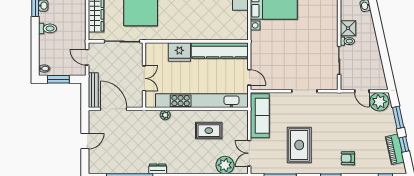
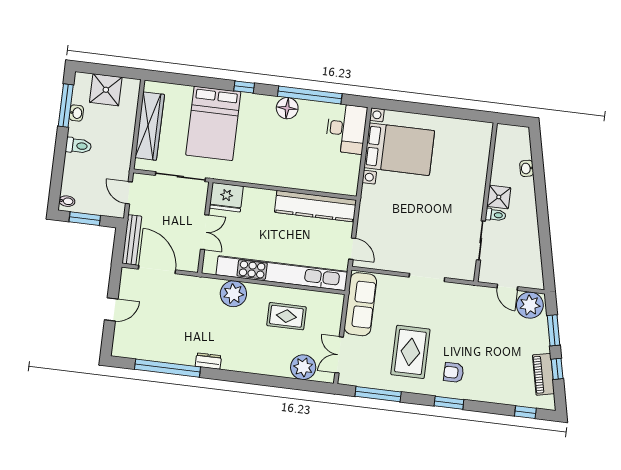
fridge: (179, 52) -> (226, 197), moved
plant: (165, 115) -> (233, 294), width x1.88, depth x1.88
armchair: (348, 158) -> (454, 372), moved

